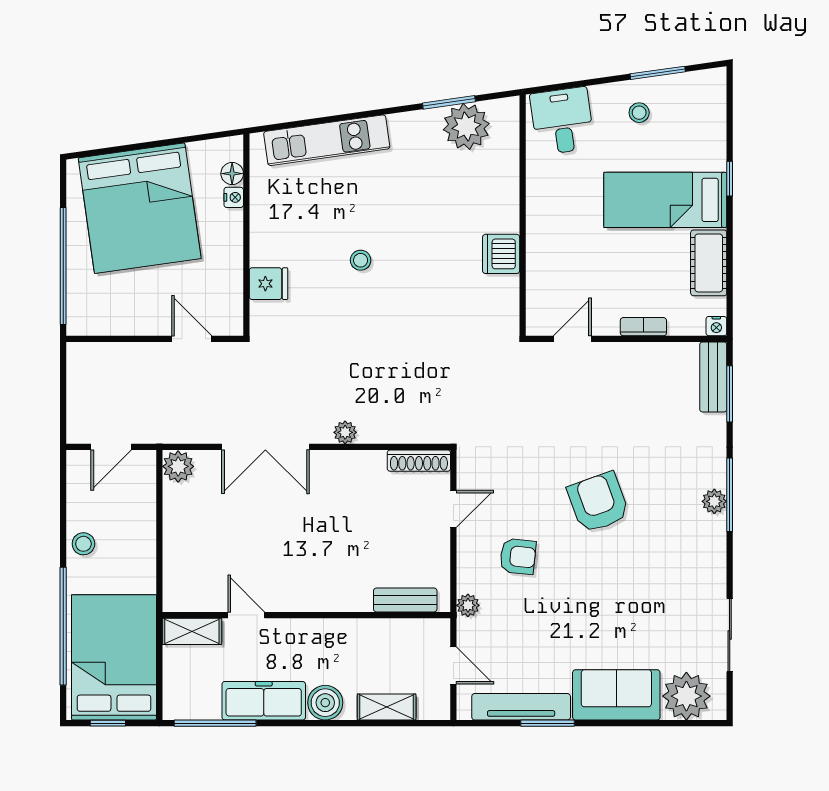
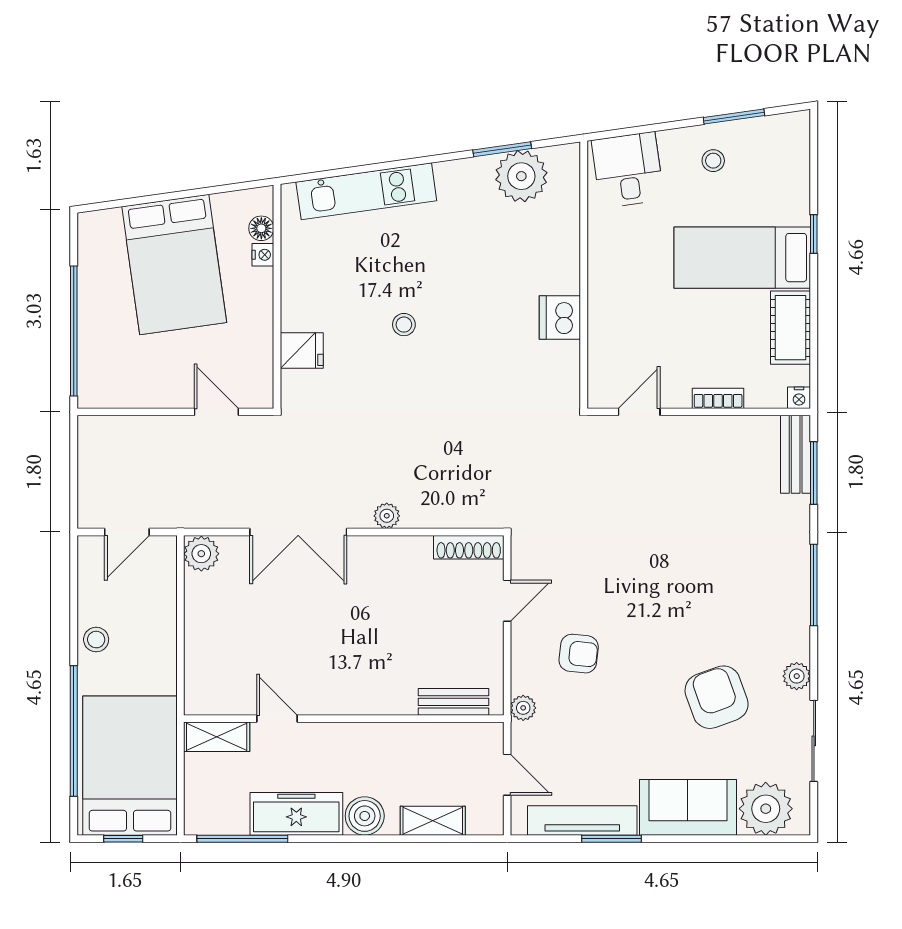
bed: (140, 208) -> (174, 265), width x0.73
plant: (714, 501) -> (797, 676), moved
armchair: (598, 502) -> (717, 697), moved

